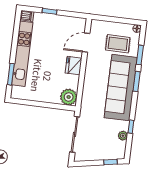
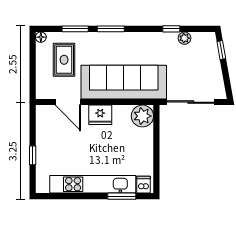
dishwasher: (27, 16) -> (144, 185), moved
sofa: (121, 88) -> (124, 82), moved, turned 180

